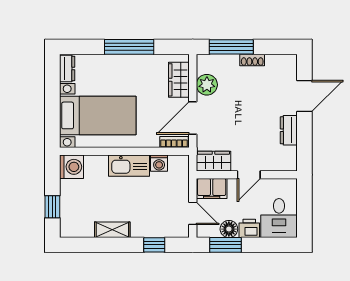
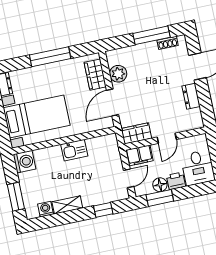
window: (231, 47) -> (152, 35), moved
shoe rack: (252, 60) -> (168, 43), moved
bookcase: (174, 142) -> (102, 125), removed
washing machine: (159, 163) -> (45, 209), moved, turned 180
kitchen sink: (129, 166) -> (74, 150), width x0.73
window: (52, 207) -> (16, 197), width x1.50
door: (193, 213) -> (129, 178), hinge flipped

